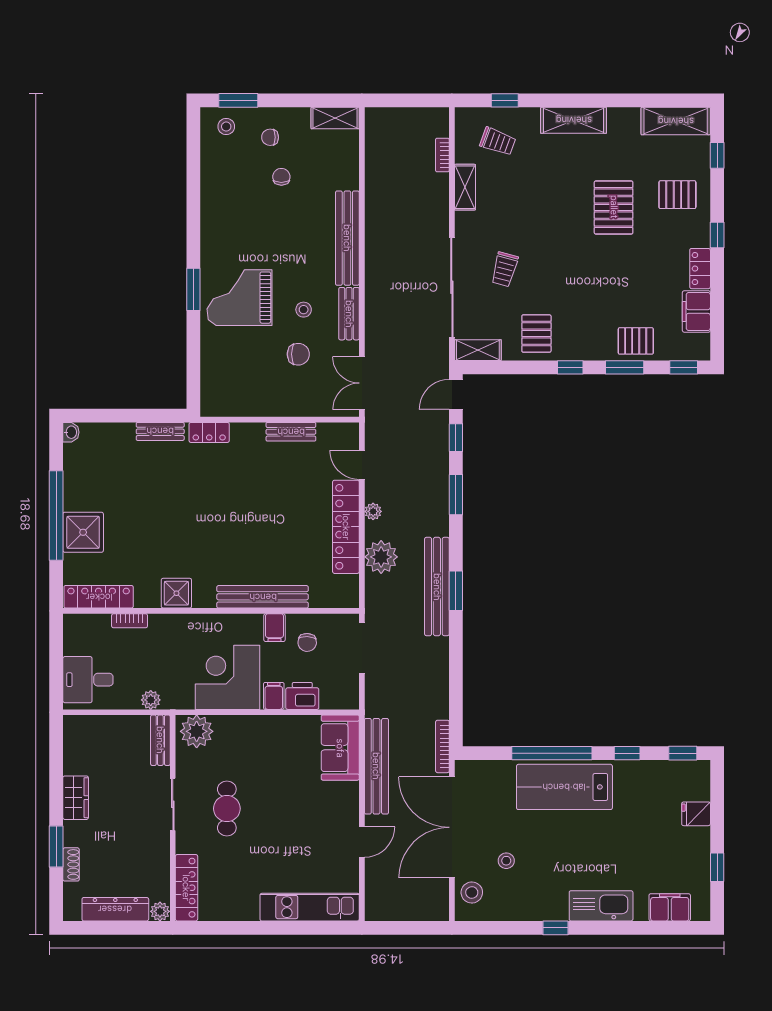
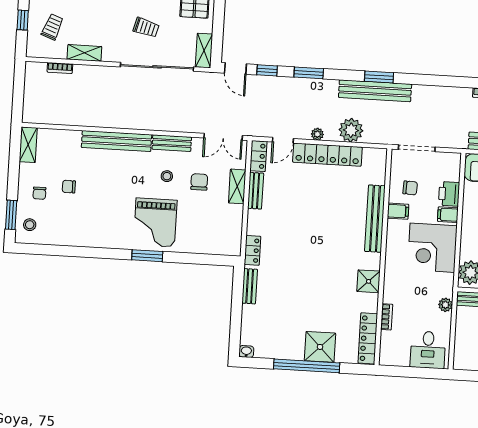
shelving: (295, 406) -> (237, 186), added
locker: (338, 433) -> (258, 156), added

